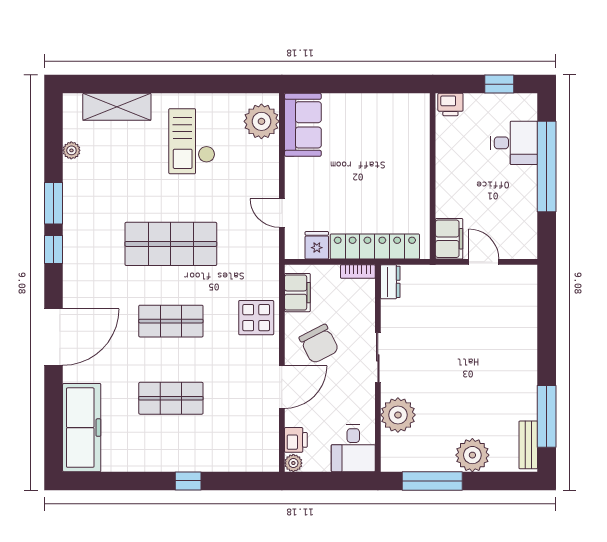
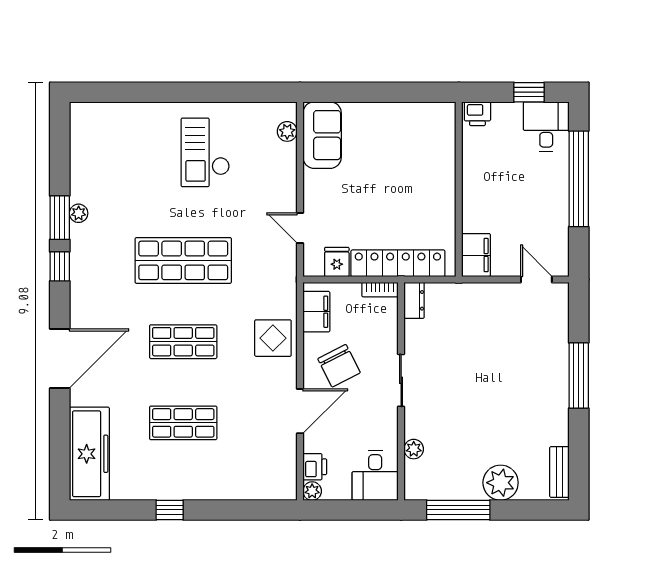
shelving: (117, 107) -> (126, 116), removed
plant: (261, 121) -> (287, 131), width x0.53, depth x0.53
desk: (514, 143) -> (546, 126), moved, turned -90
plant: (71, 150) -> (79, 213), moved
door: (484, 262) -> (536, 279), moved
plant: (398, 415) -> (414, 449), width x0.53, depth x0.53
window: (547, 416) -> (579, 376), moved
window: (188, 481) -> (170, 510), moved

